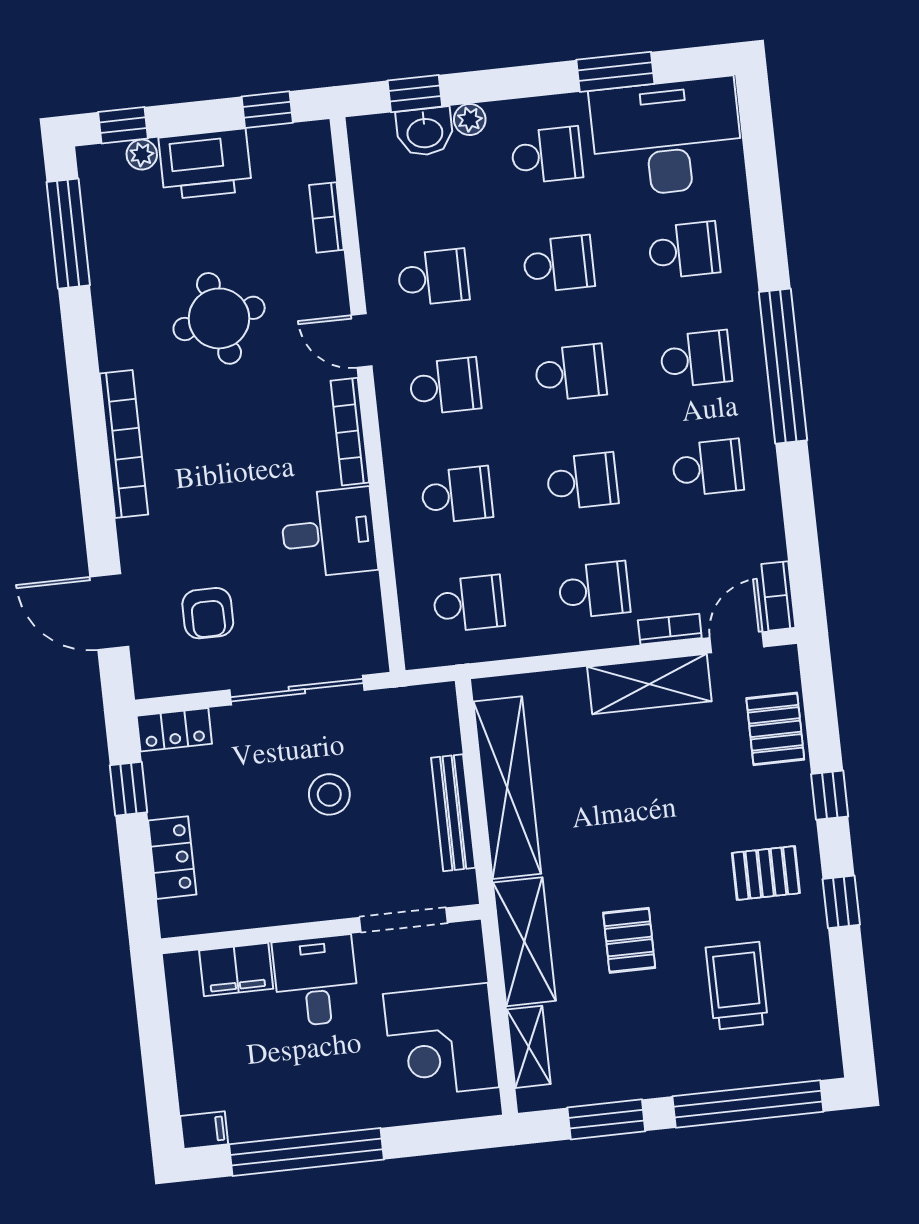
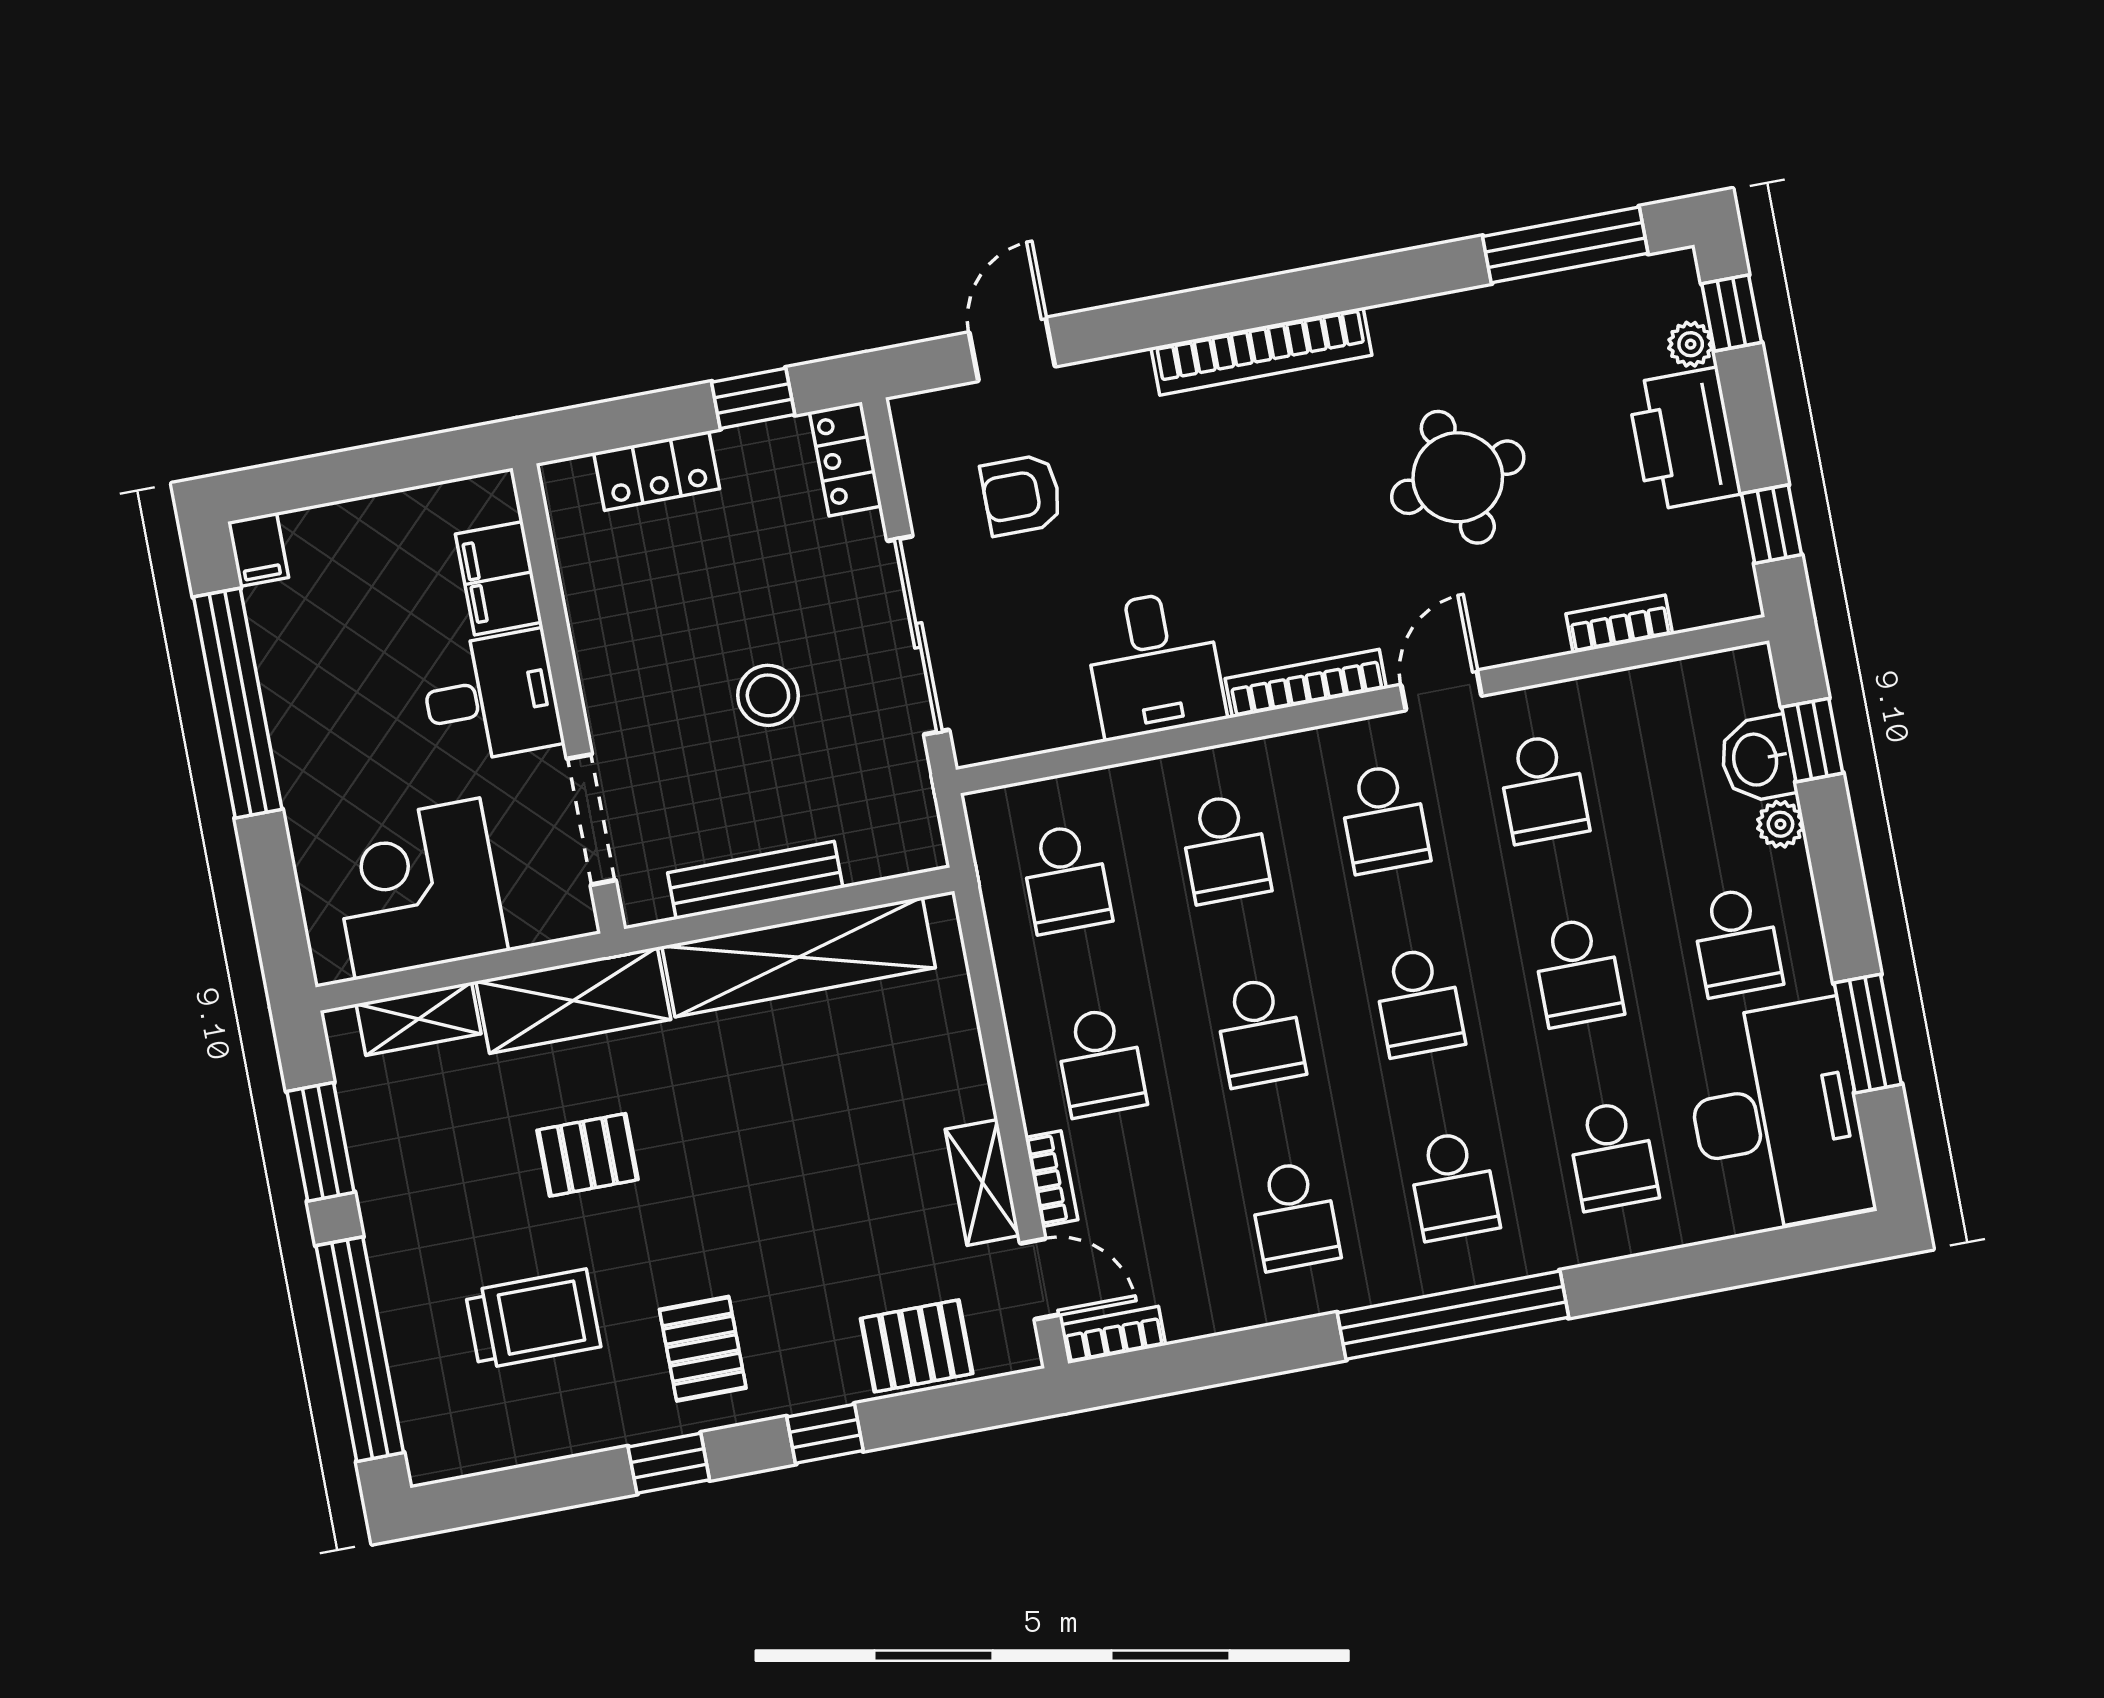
door: (109, 612) -> (1012, 349), width x0.73
shelving: (649, 684) -> (982, 1182), width x0.67, depth x0.75

